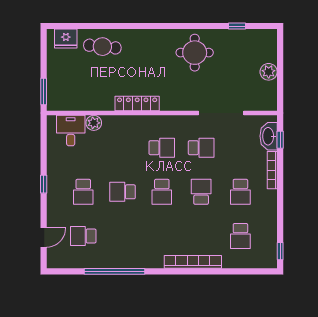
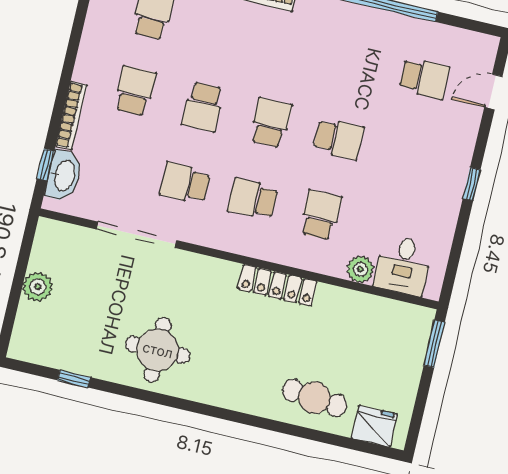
school desk: (83, 192) -> (321, 215), moved

